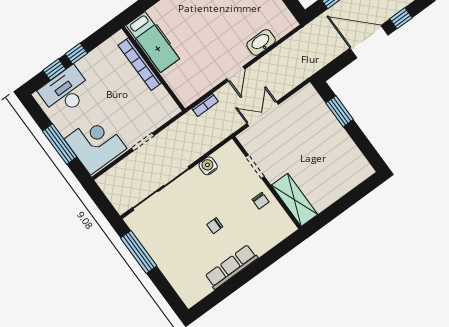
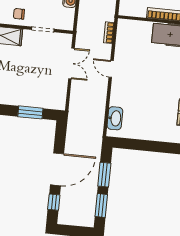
washbasin: (261, 42) -> (115, 118), moved

